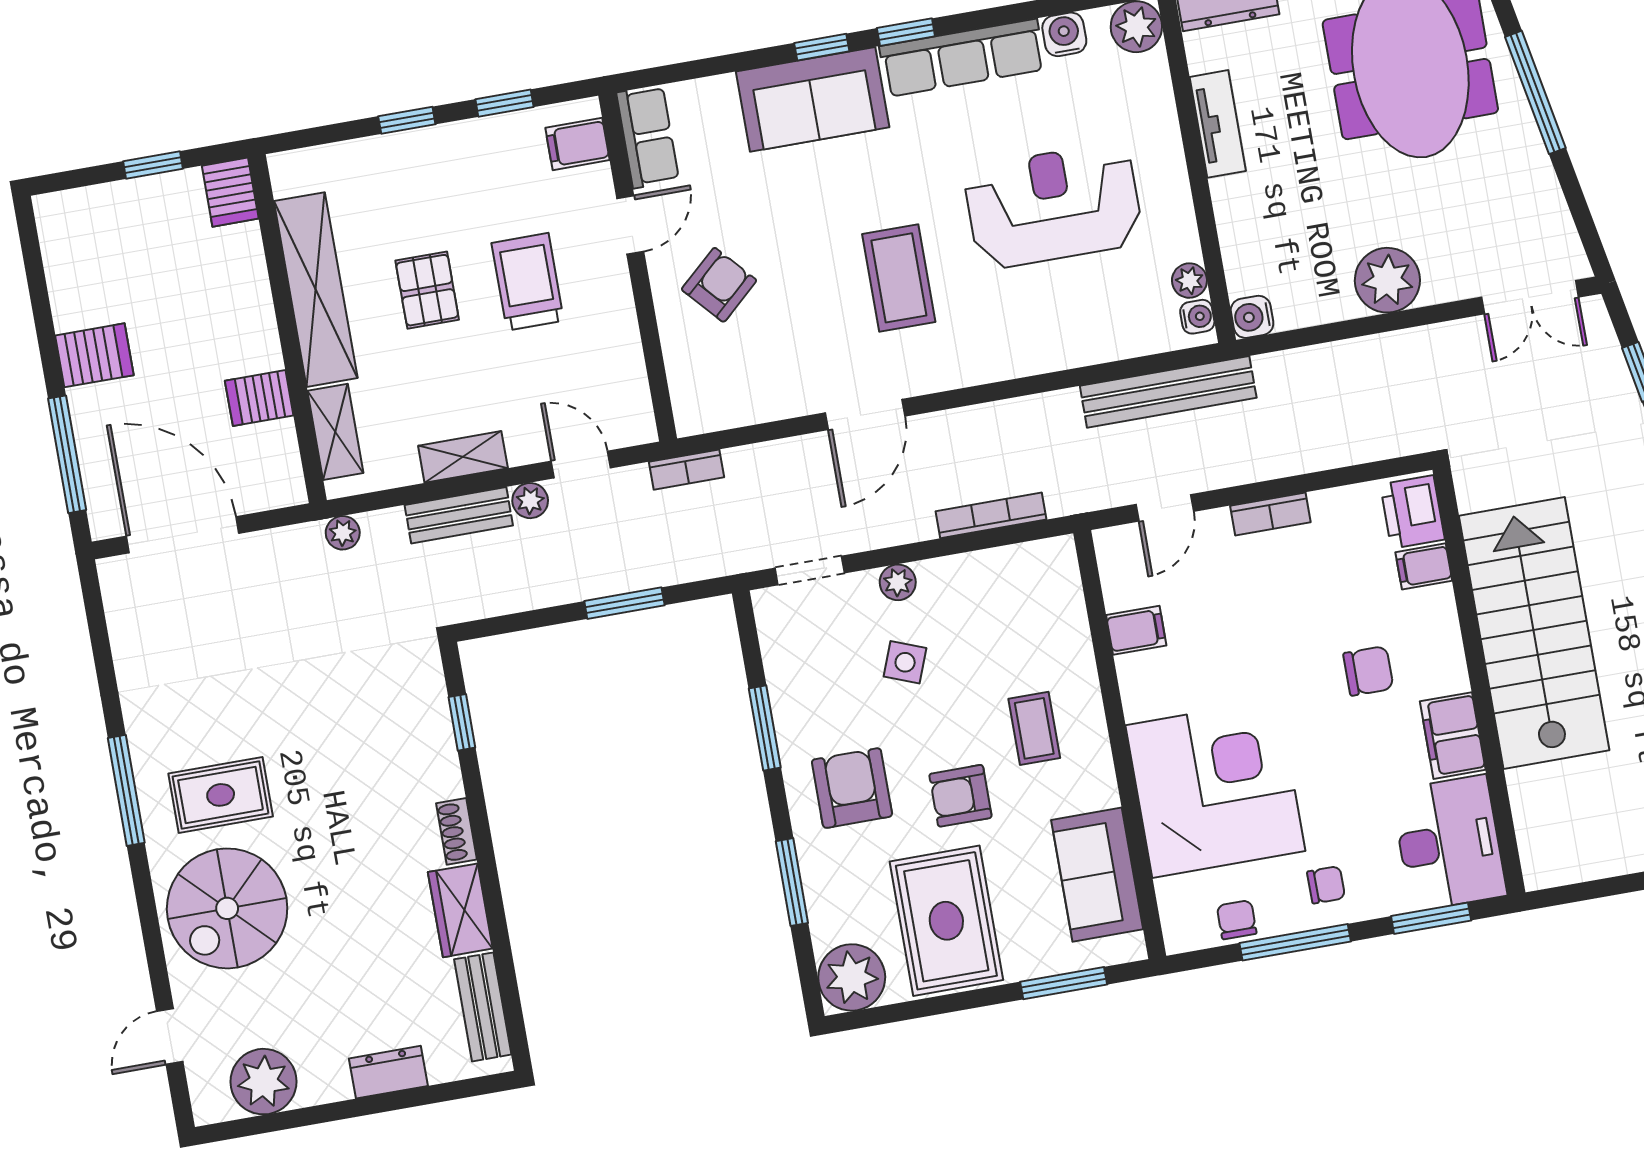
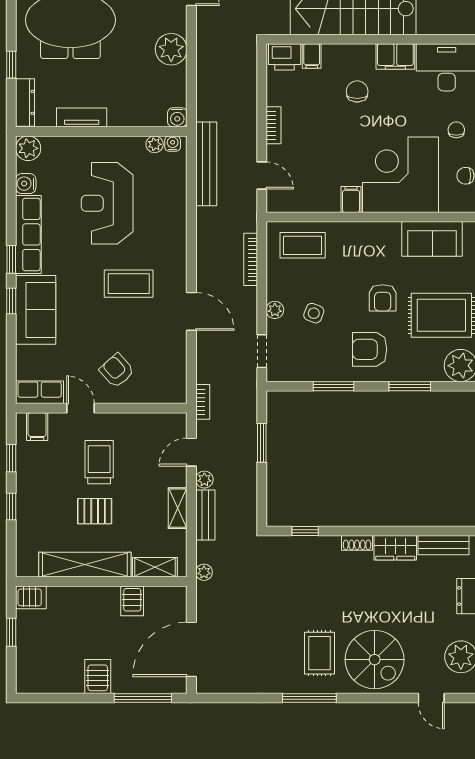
trolley: (528, 282) -> (99, 462), turned 90
filing cabinet: (1136, 630) -> (351, 199), moved
coffee table: (1034, 728) -> (303, 245), moved, width x1.36, depth x1.30

